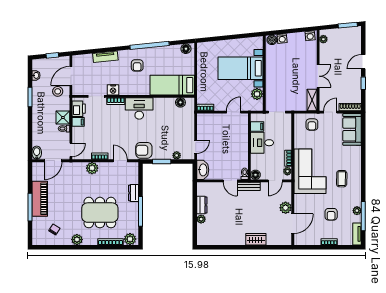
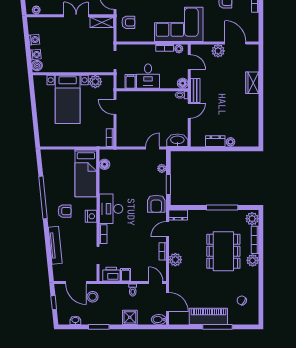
washing machine: (310, 36) -> (34, 40), moved
floor lamp: (186, 49) -> (47, 158), removed
tv unit: (105, 57) -> (55, 245), width x1.41
nightstand: (113, 90) -> (91, 216), moved
shower: (63, 118) -> (130, 317), moved
door: (196, 147) -> (153, 148), hinge flipped
dresser: (133, 193) -> (178, 215), moved
plant: (77, 240) -> (253, 260), moved

